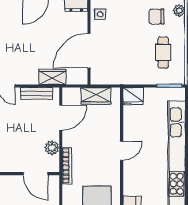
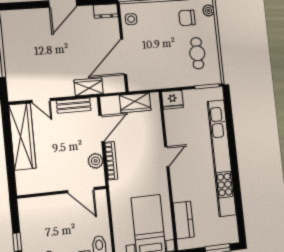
bookcase: (67, 166) -> (111, 161), moved

